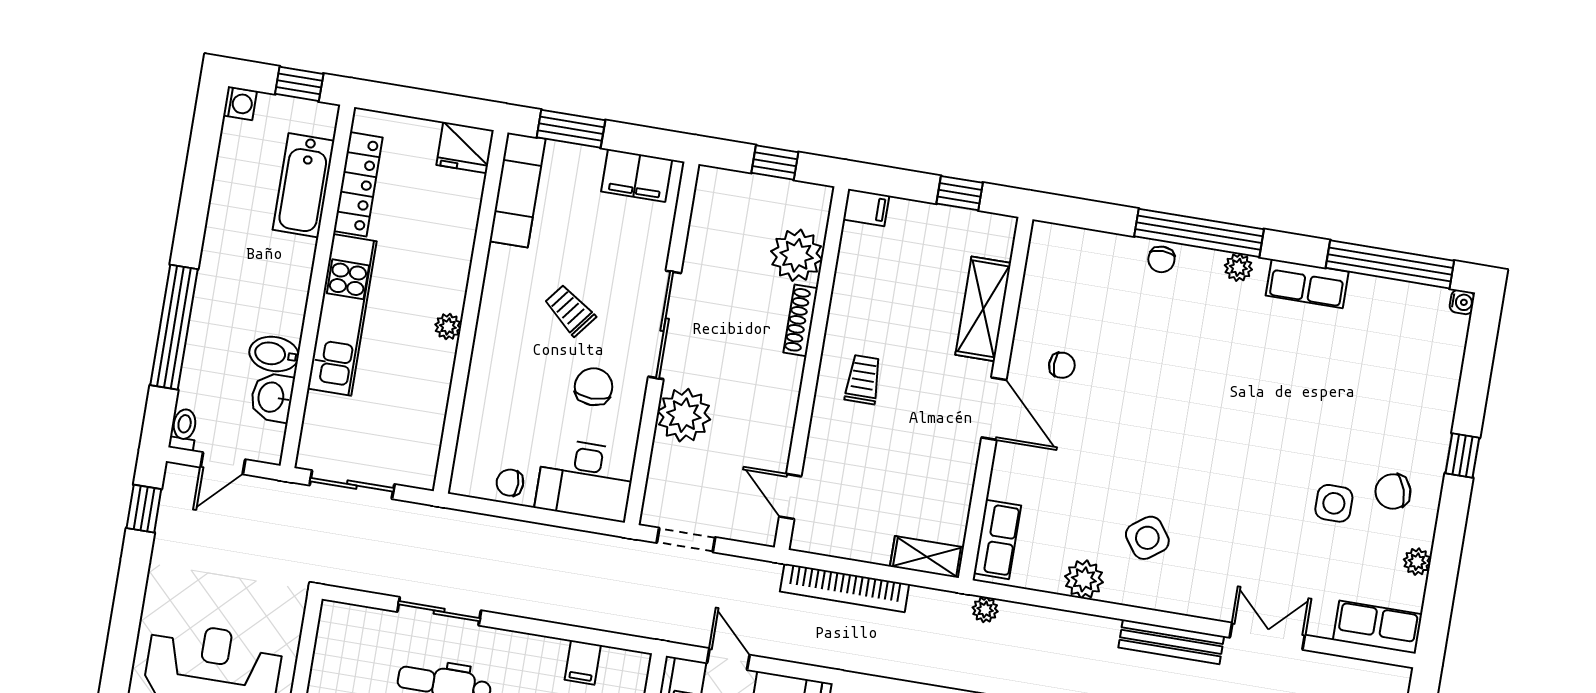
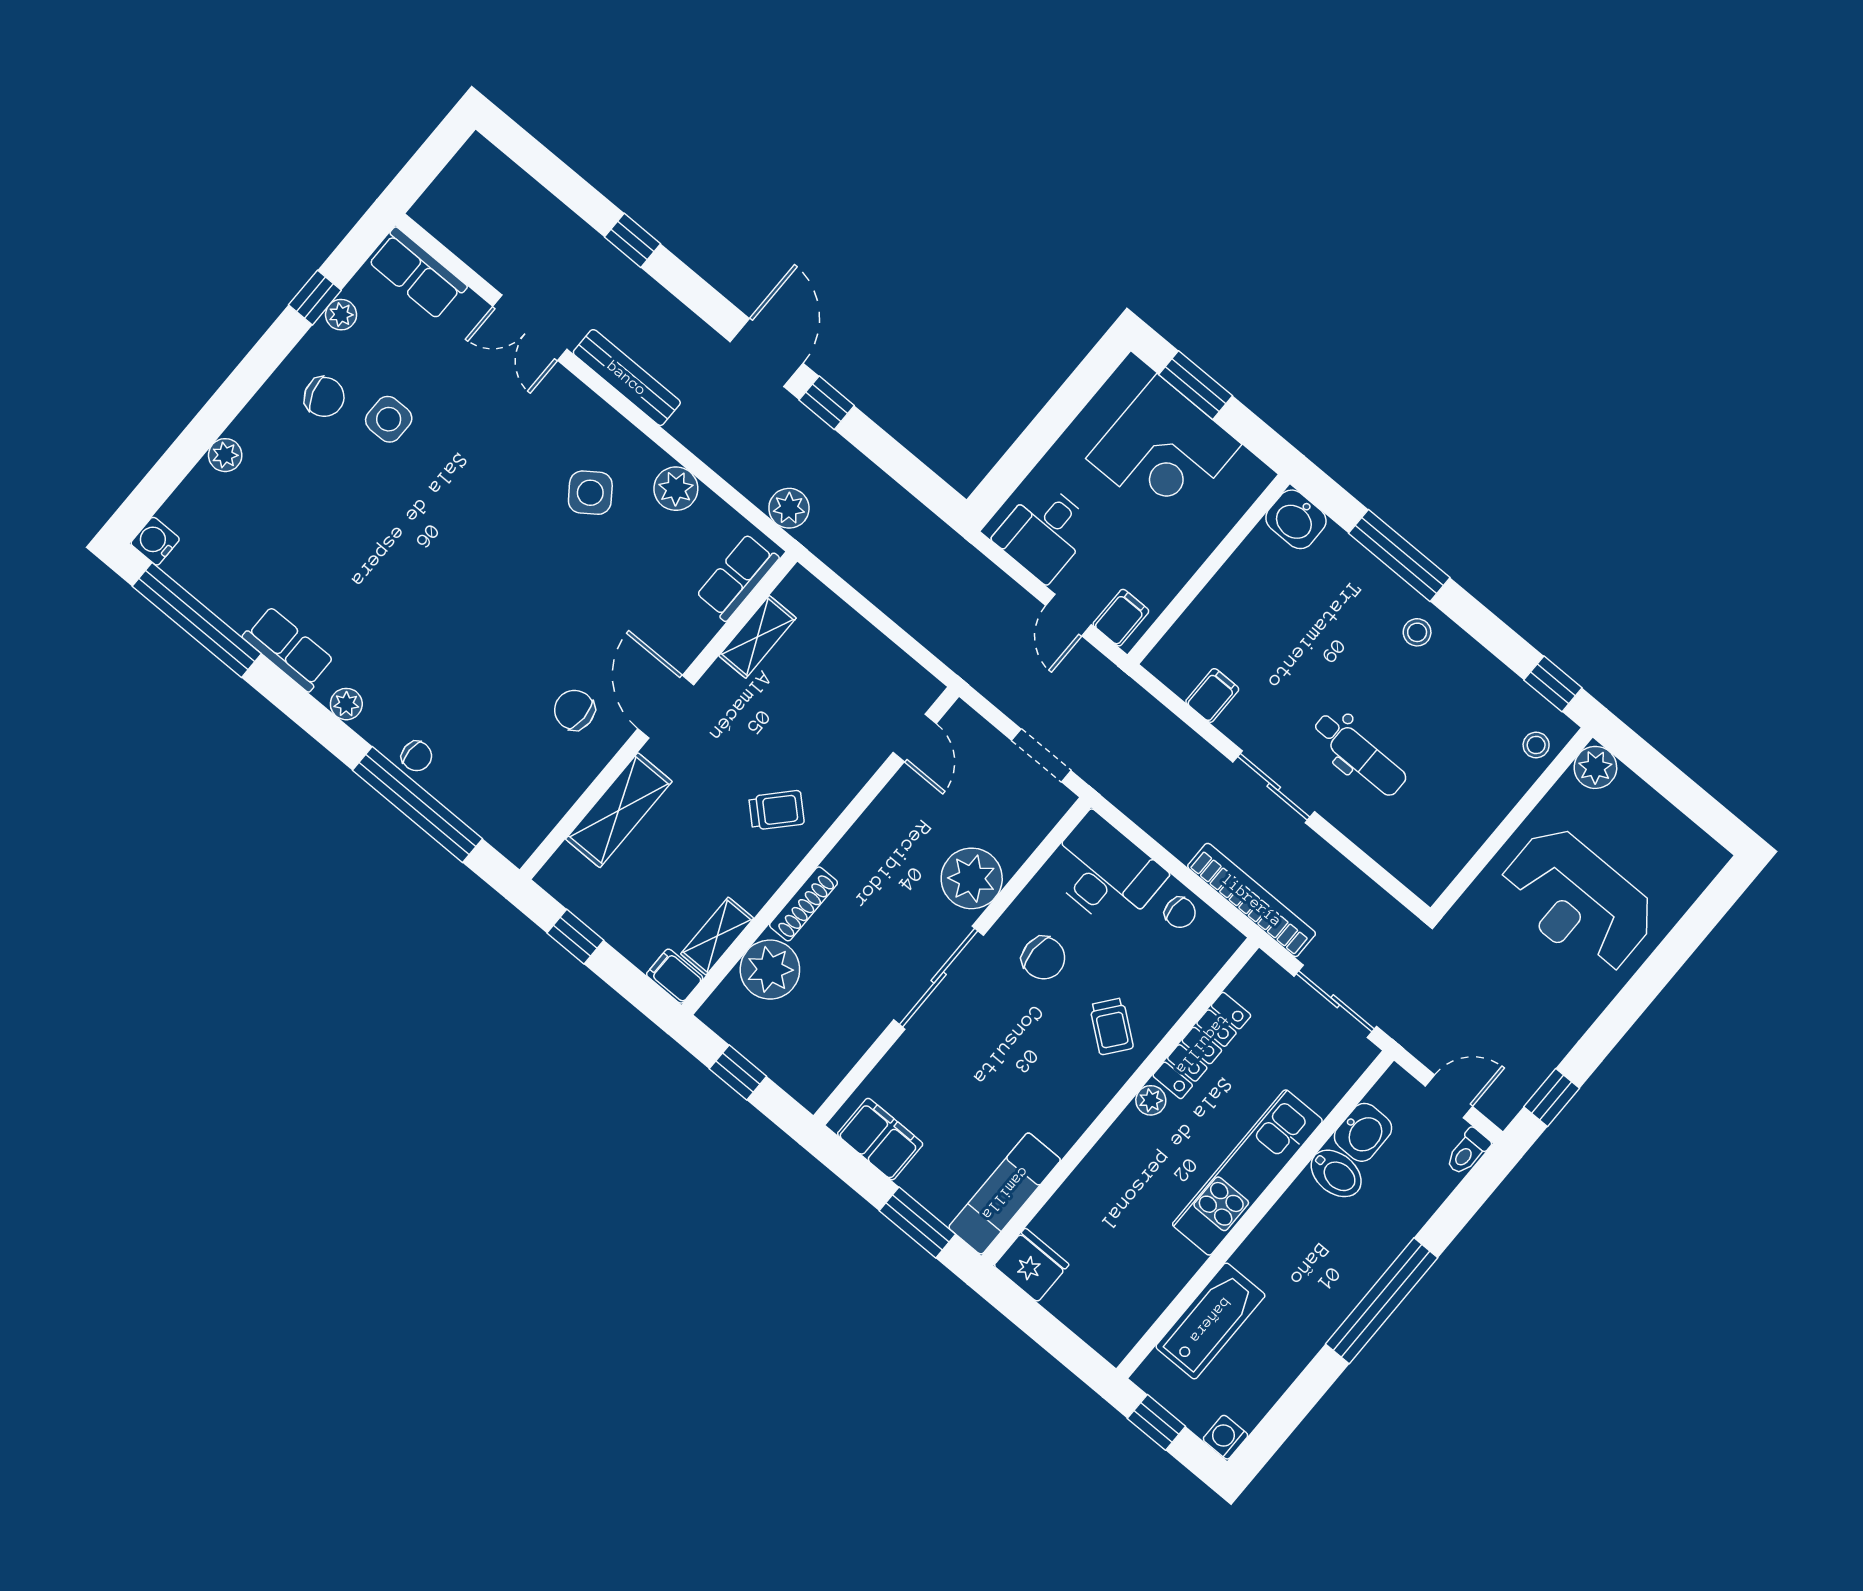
locker: (358, 184) -> (1202, 1045), moved, turned 180
window: (1199, 233) -> (417, 804), moved
shelving: (852, 257) -> (717, 936), added
chair: (1161, 259) -> (417, 756), turned 90
water cooler: (1462, 302) -> (155, 541), width x1.38, depth x1.38
trolley: (570, 310) -> (1111, 1026), moved
window: (174, 327) -> (1382, 1301), moved
chair: (1062, 365) -> (574, 710), width x1.37, depth x1.37
trolley: (863, 380) -> (777, 810), turned -137
chair: (594, 387) -> (1043, 958), turned -90
plant: (1442, 403) -> (225, 455), added
window: (1462, 456) -> (315, 298), moved
shelving: (927, 557) -> (757, 637), moved, turned 90
bookcase: (845, 588) -> (1252, 900), moved
plant: (985, 610) -> (789, 508), width x1.38, depth x1.38
sliding door: (439, 611) -> (1274, 787), moved

